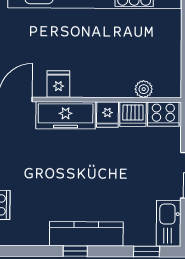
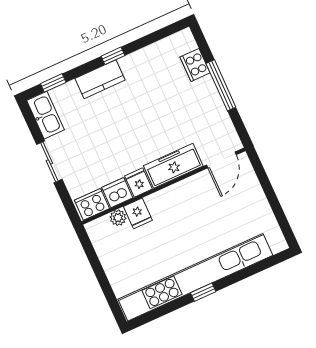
fridge: (58, 84) -> (138, 213), moved
kitchen counter: (86, 234) -> (100, 79), width x0.67

